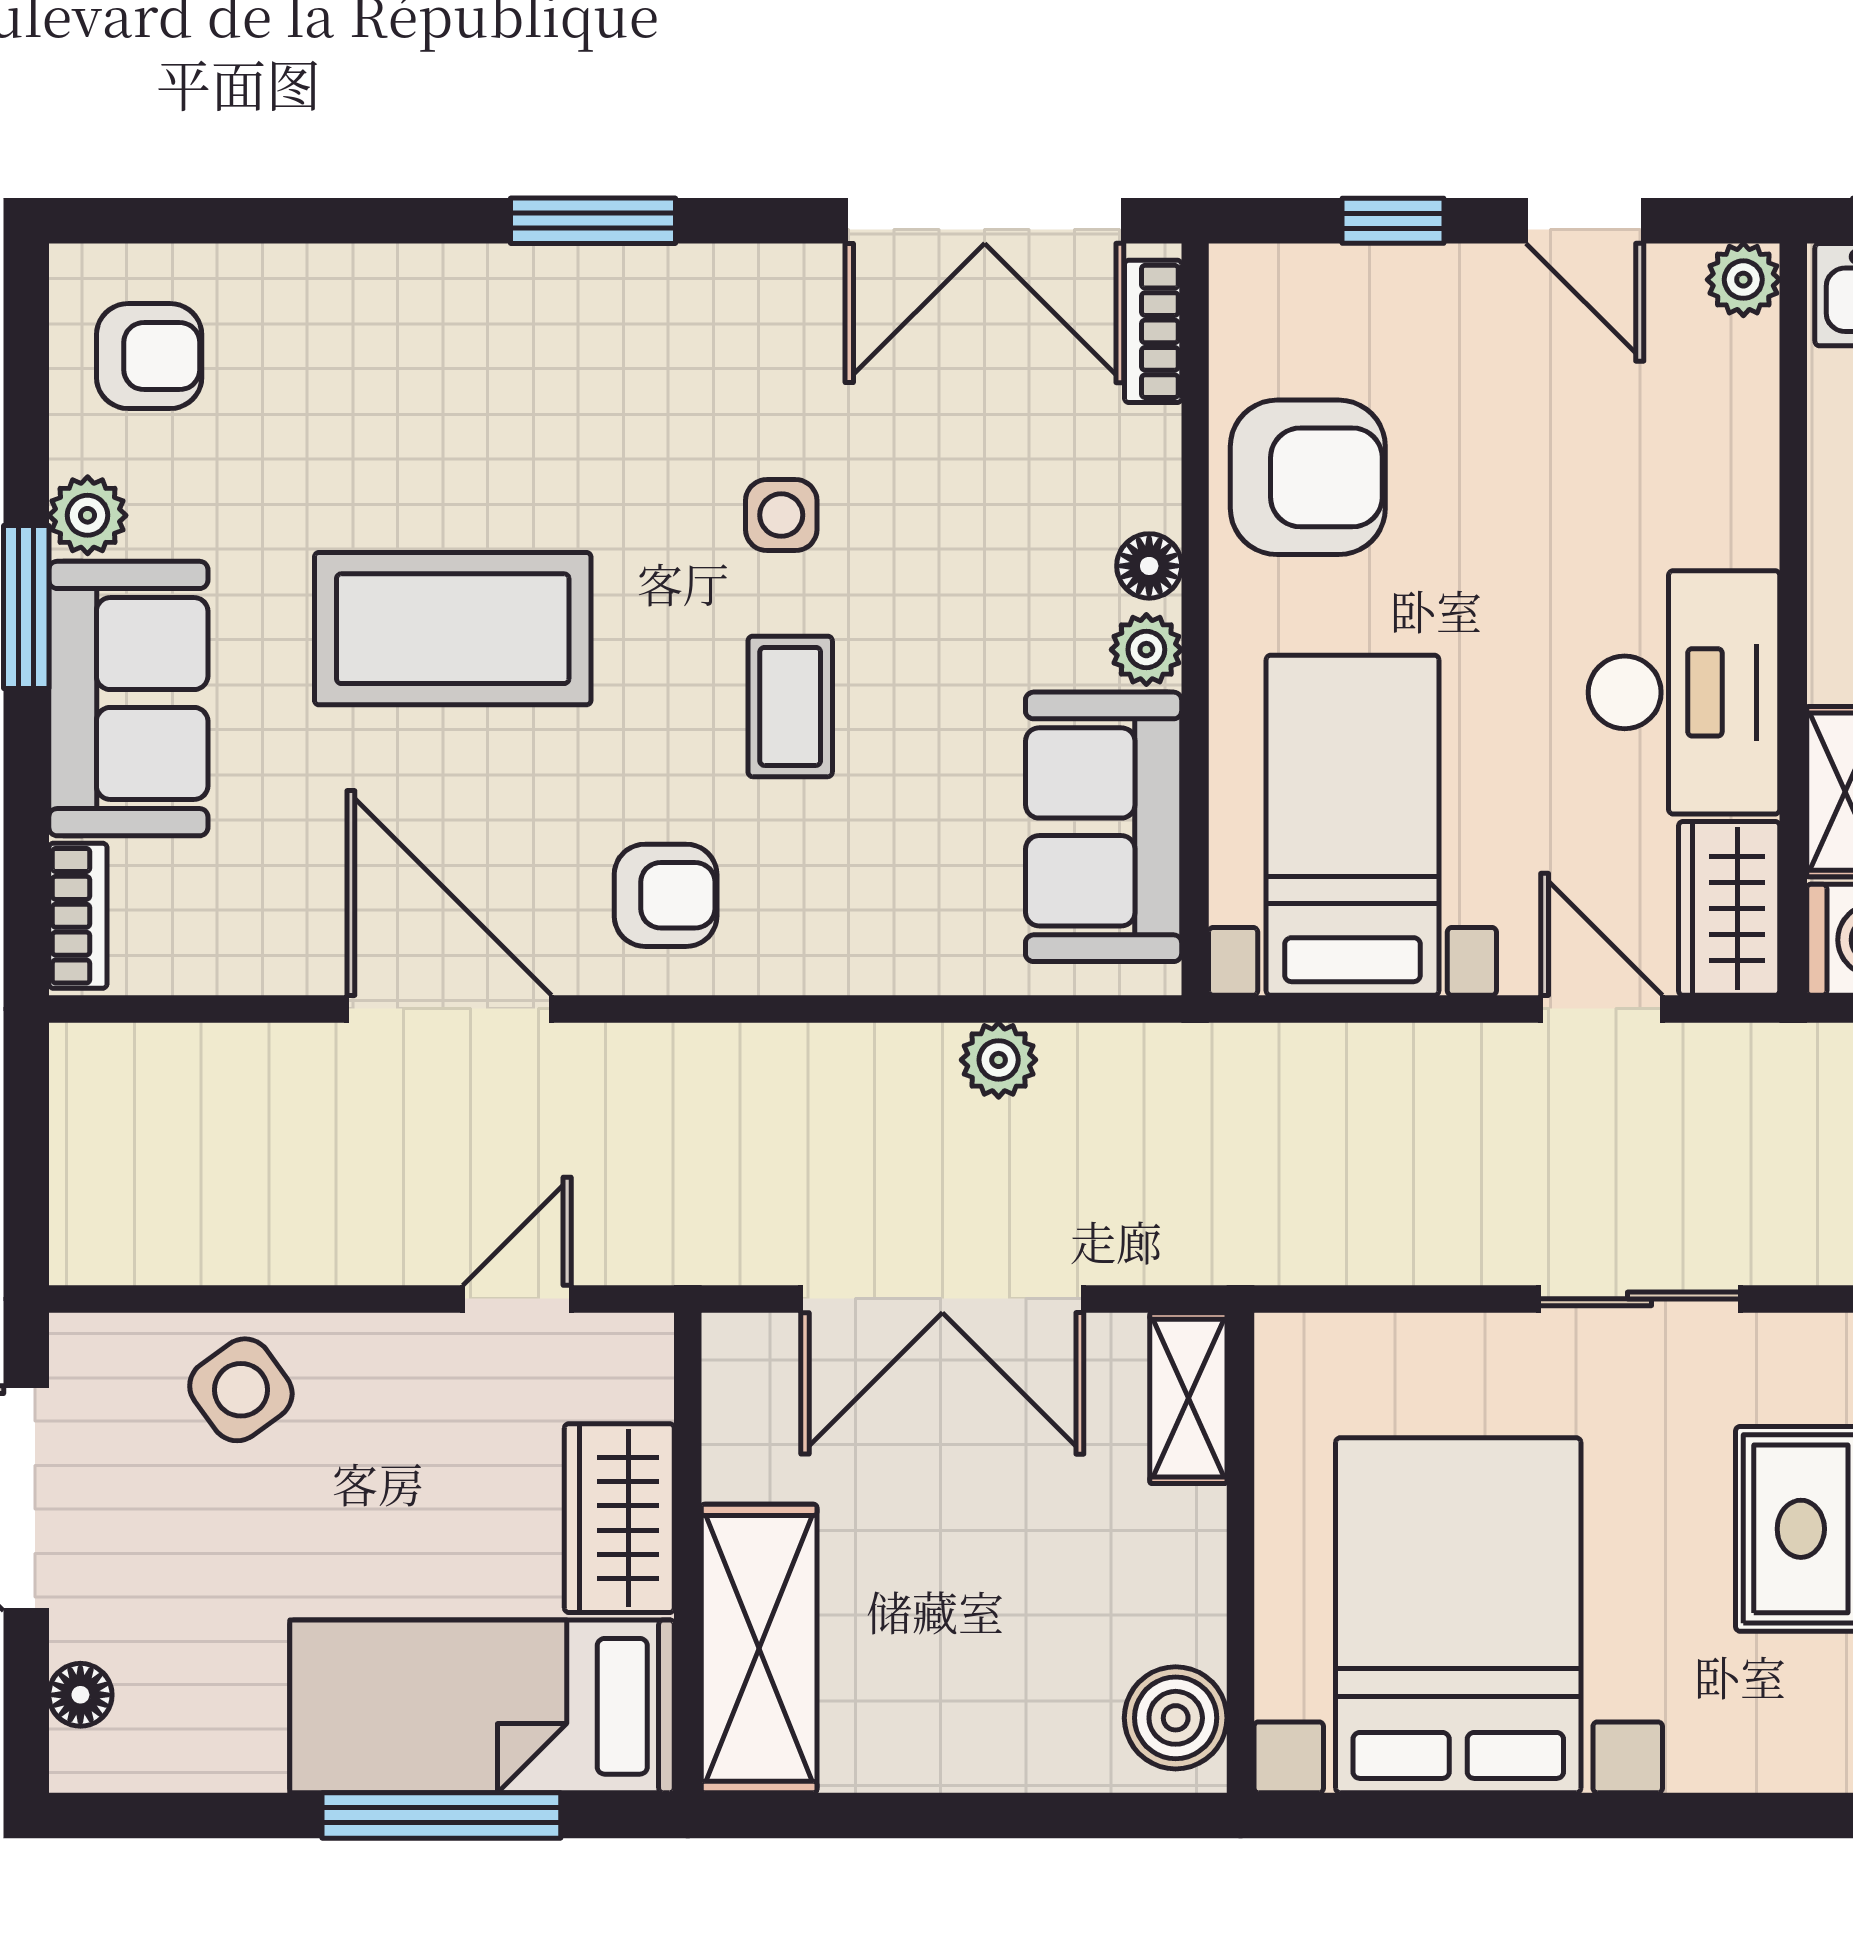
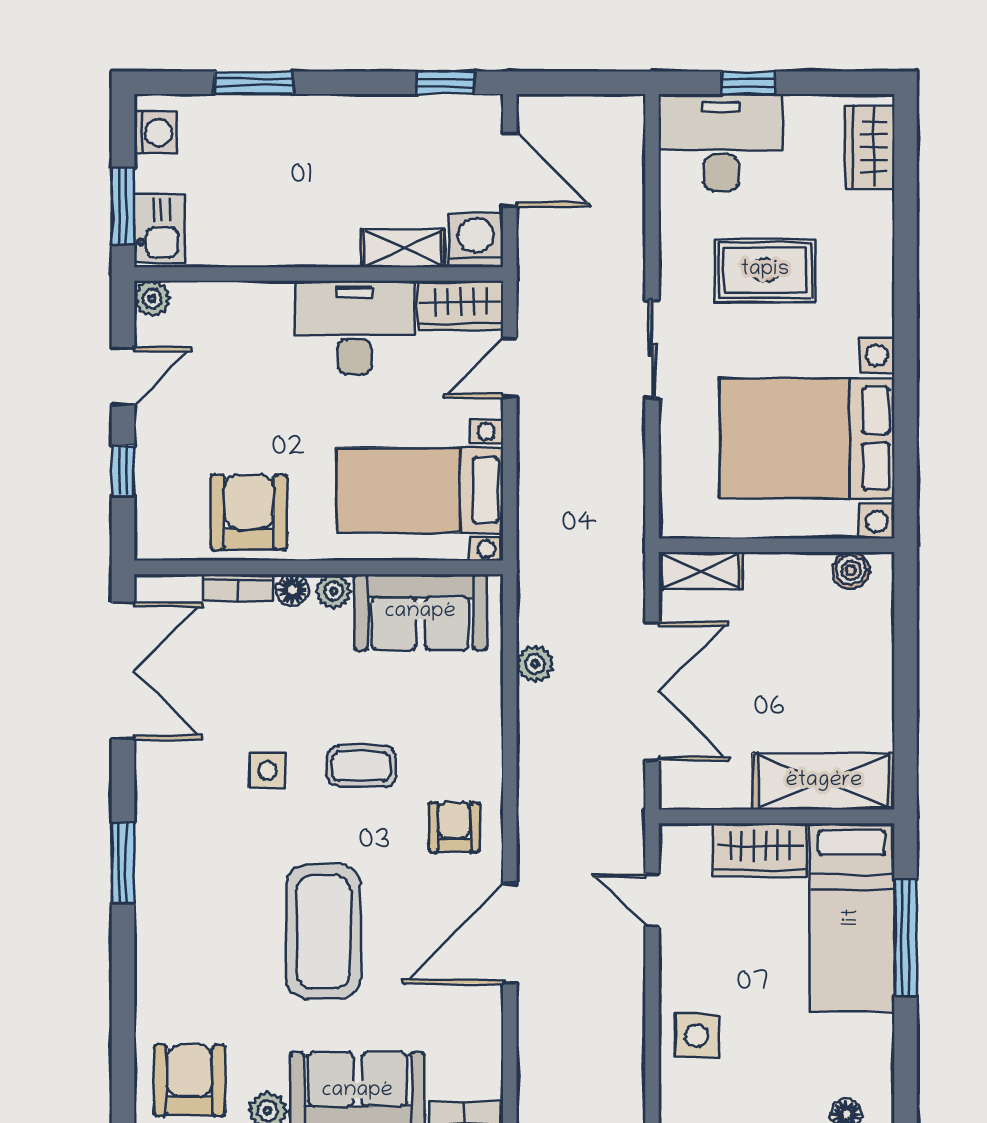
bookcase: (1153, 331) -> (238, 588), moved
armchair: (149, 356) -> (189, 1081), width x1.38, depth x1.38
side table: (241, 1390) -> (697, 1036), turned 36
boiler: (1176, 1718) -> (851, 570), width x0.73, depth x0.73

